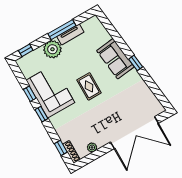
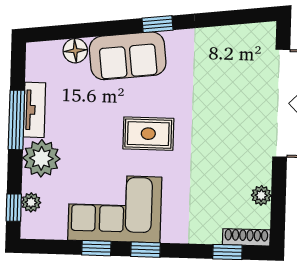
floor lamp: (104, 36) -> (75, 51), added
plant: (32, 56) -> (31, 202), added

